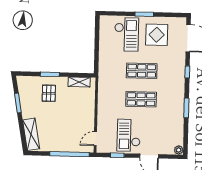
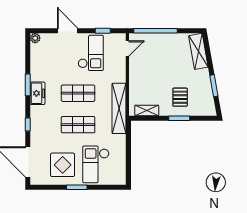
shelving: (104, 85) -> (119, 108), added
freezer: (178, 100) -> (38, 93), added

